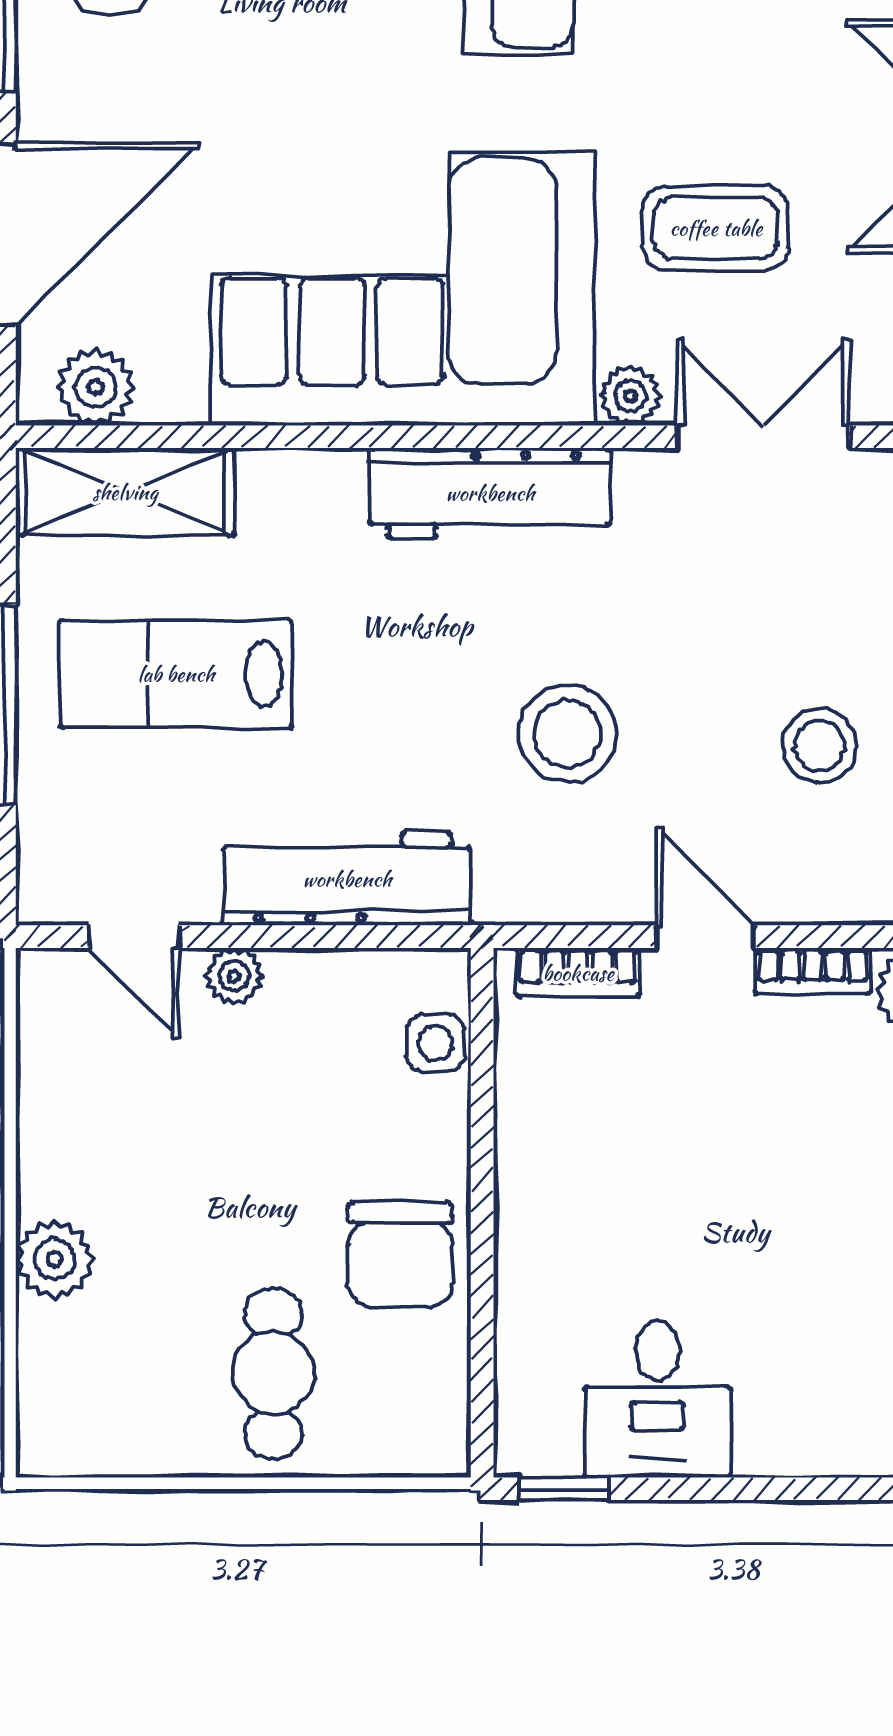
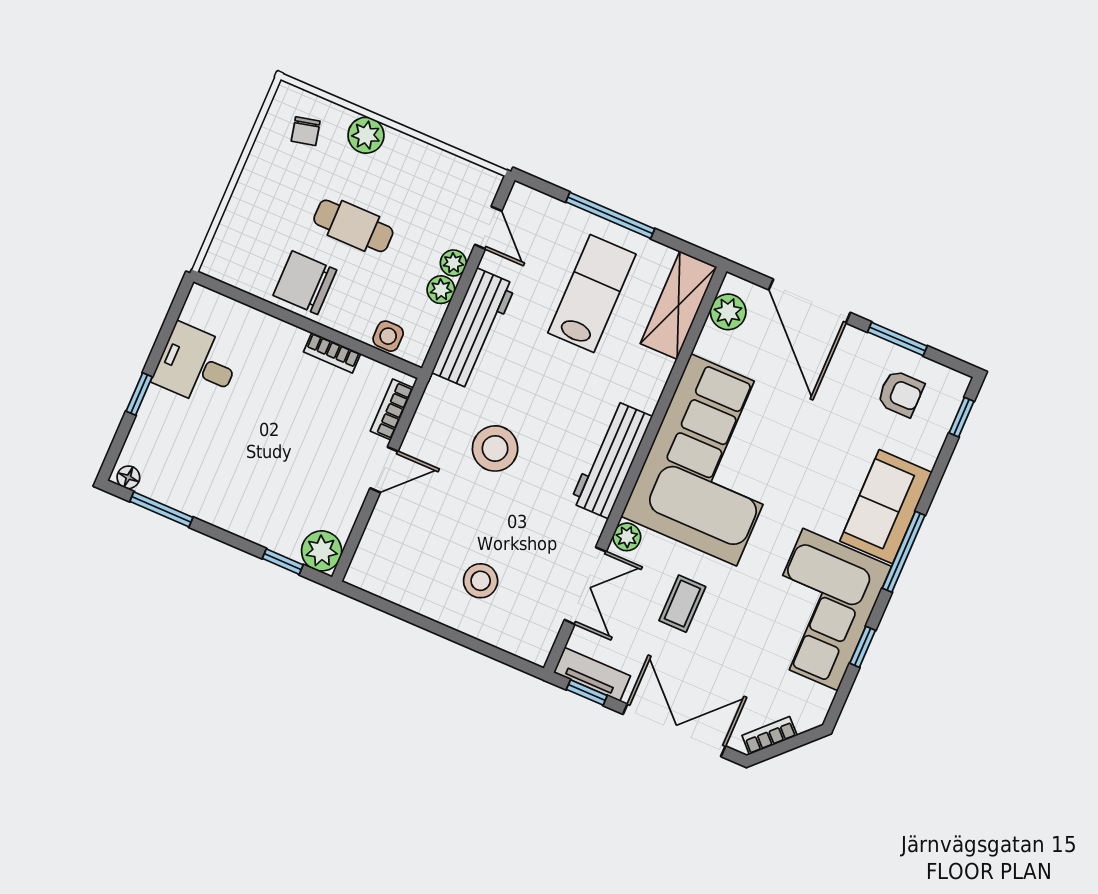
coffee table: (716, 228) -> (682, 604), width x0.73, depth x0.77
stool: (819, 746) -> (481, 581), moved
door: (134, 937) -> (488, 228), swing flipped
bookcase: (813, 971) -> (332, 353), moved, turned -90
plant: (298, 978) -> (441, 290), added
cafe table: (273, 1373) -> (353, 226), moved
chair: (98, 1383) -> (306, 131), added
window: (564, 1489) -> (139, 394), moved

